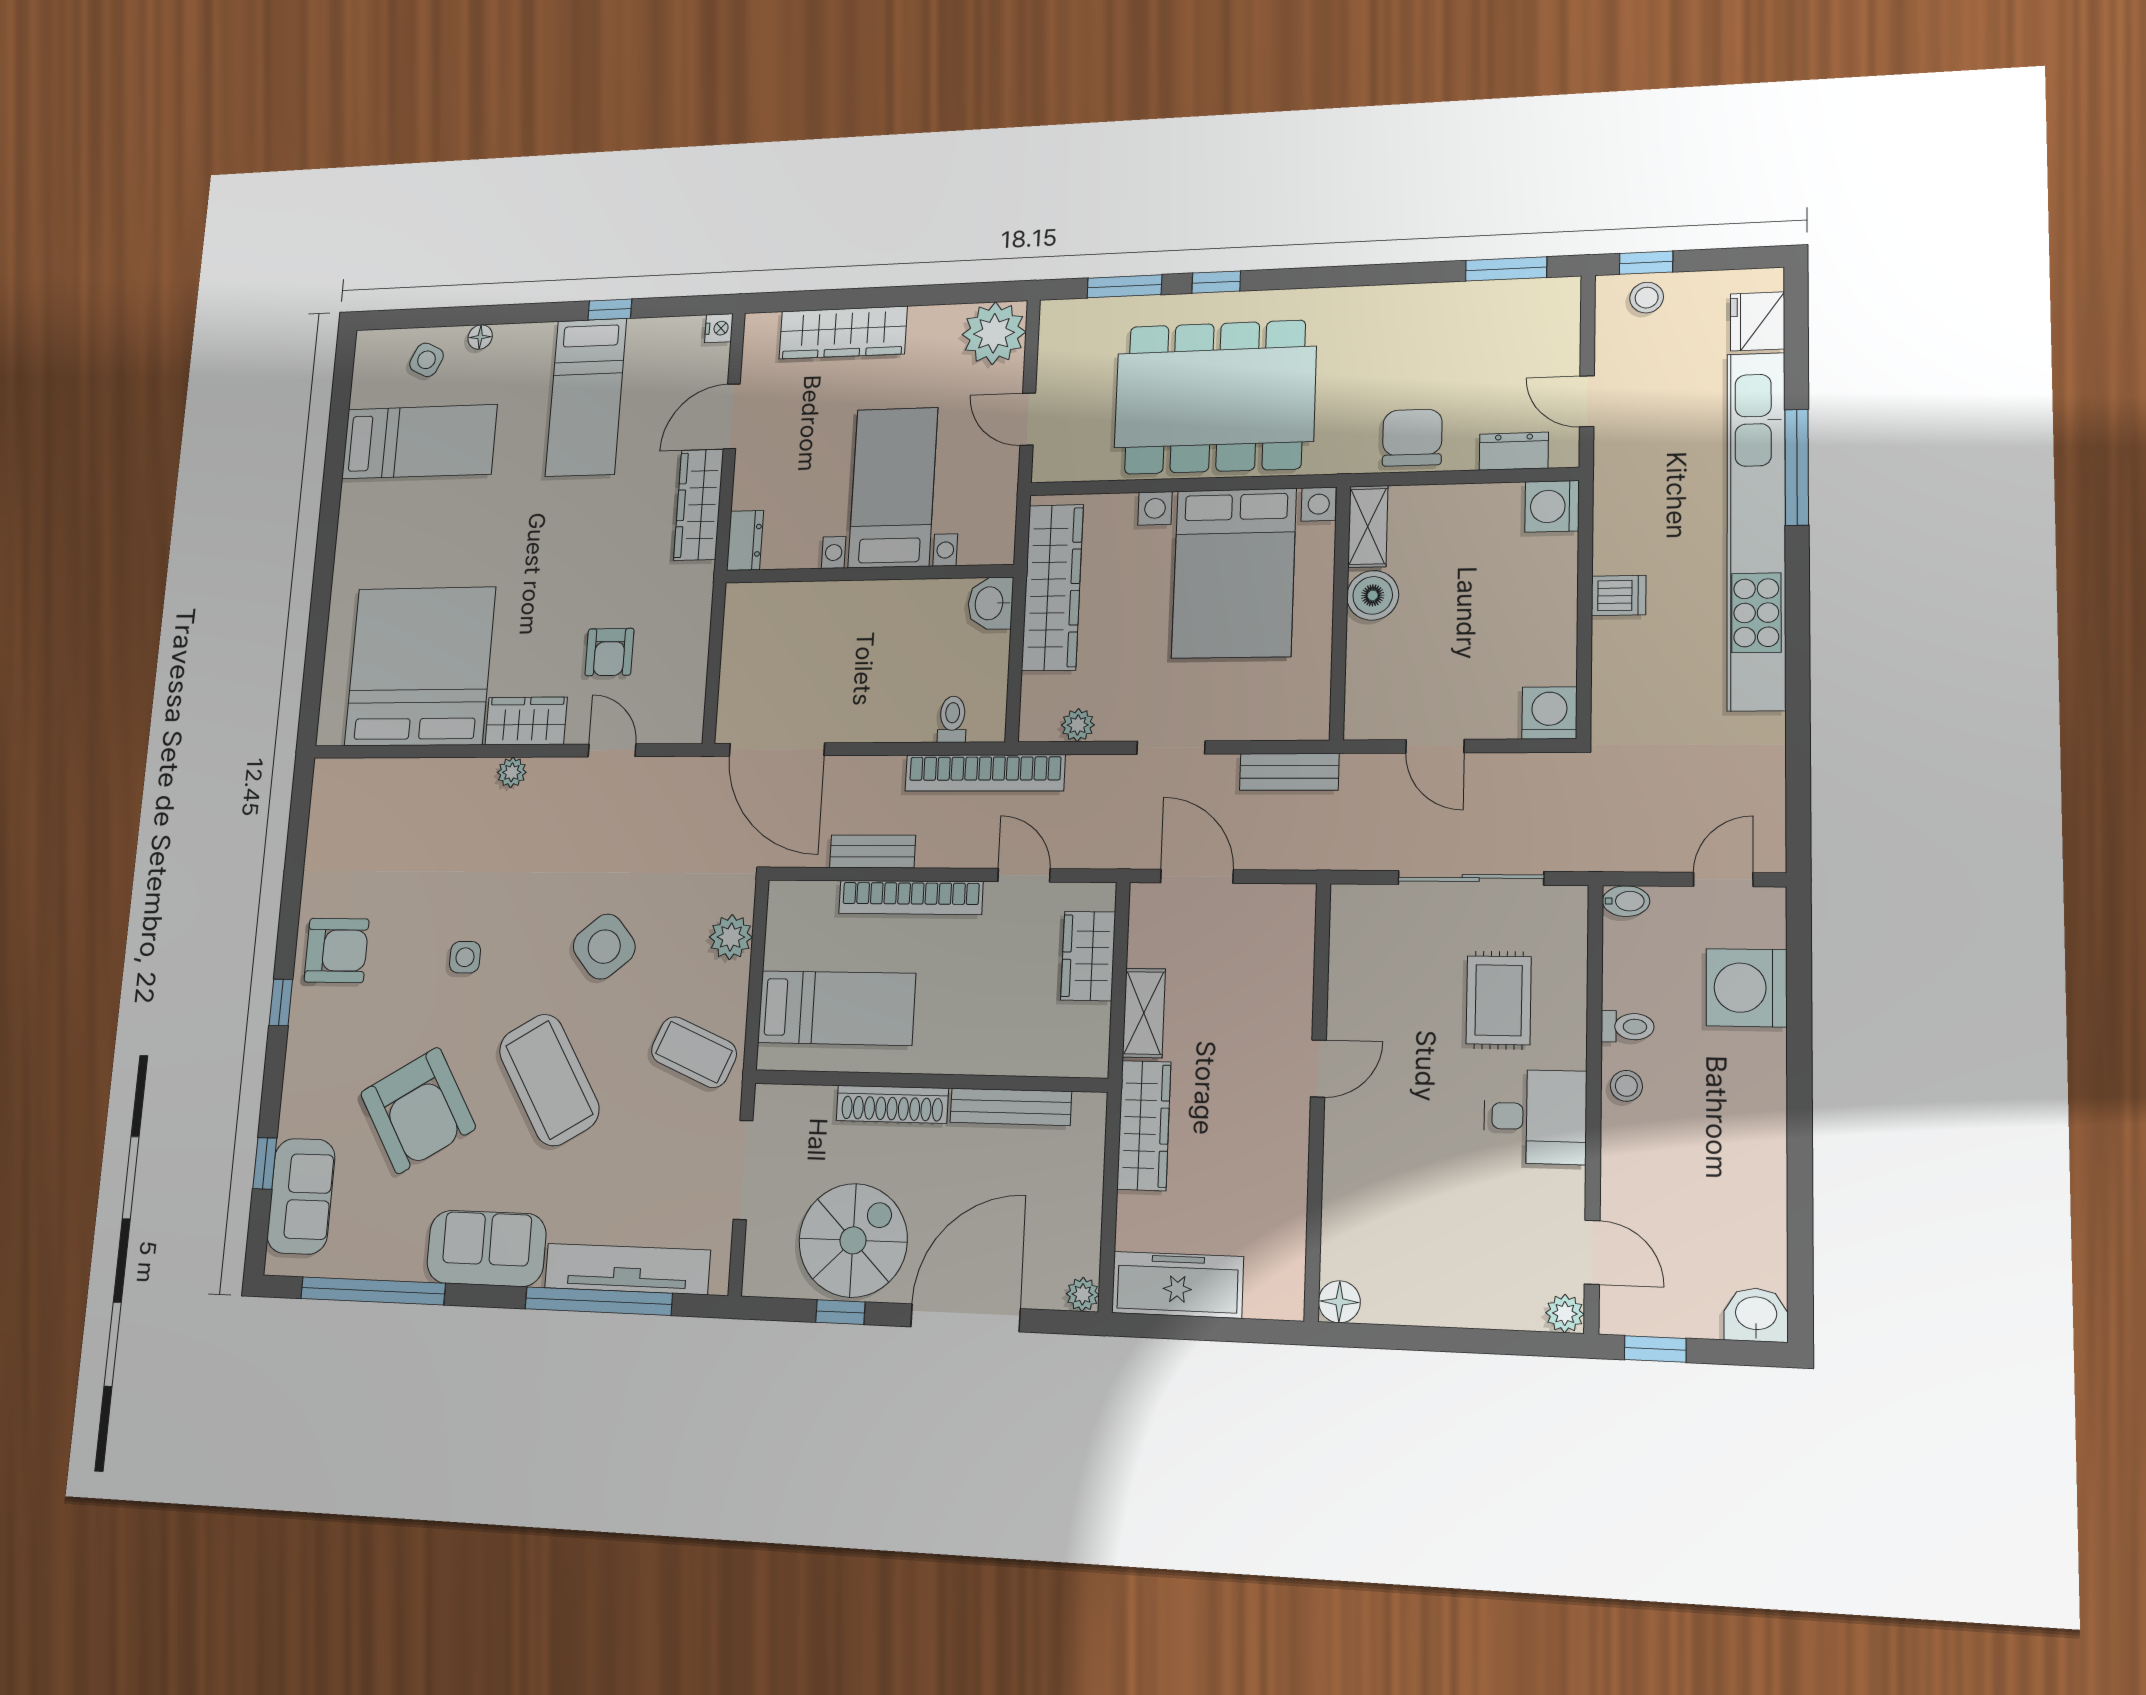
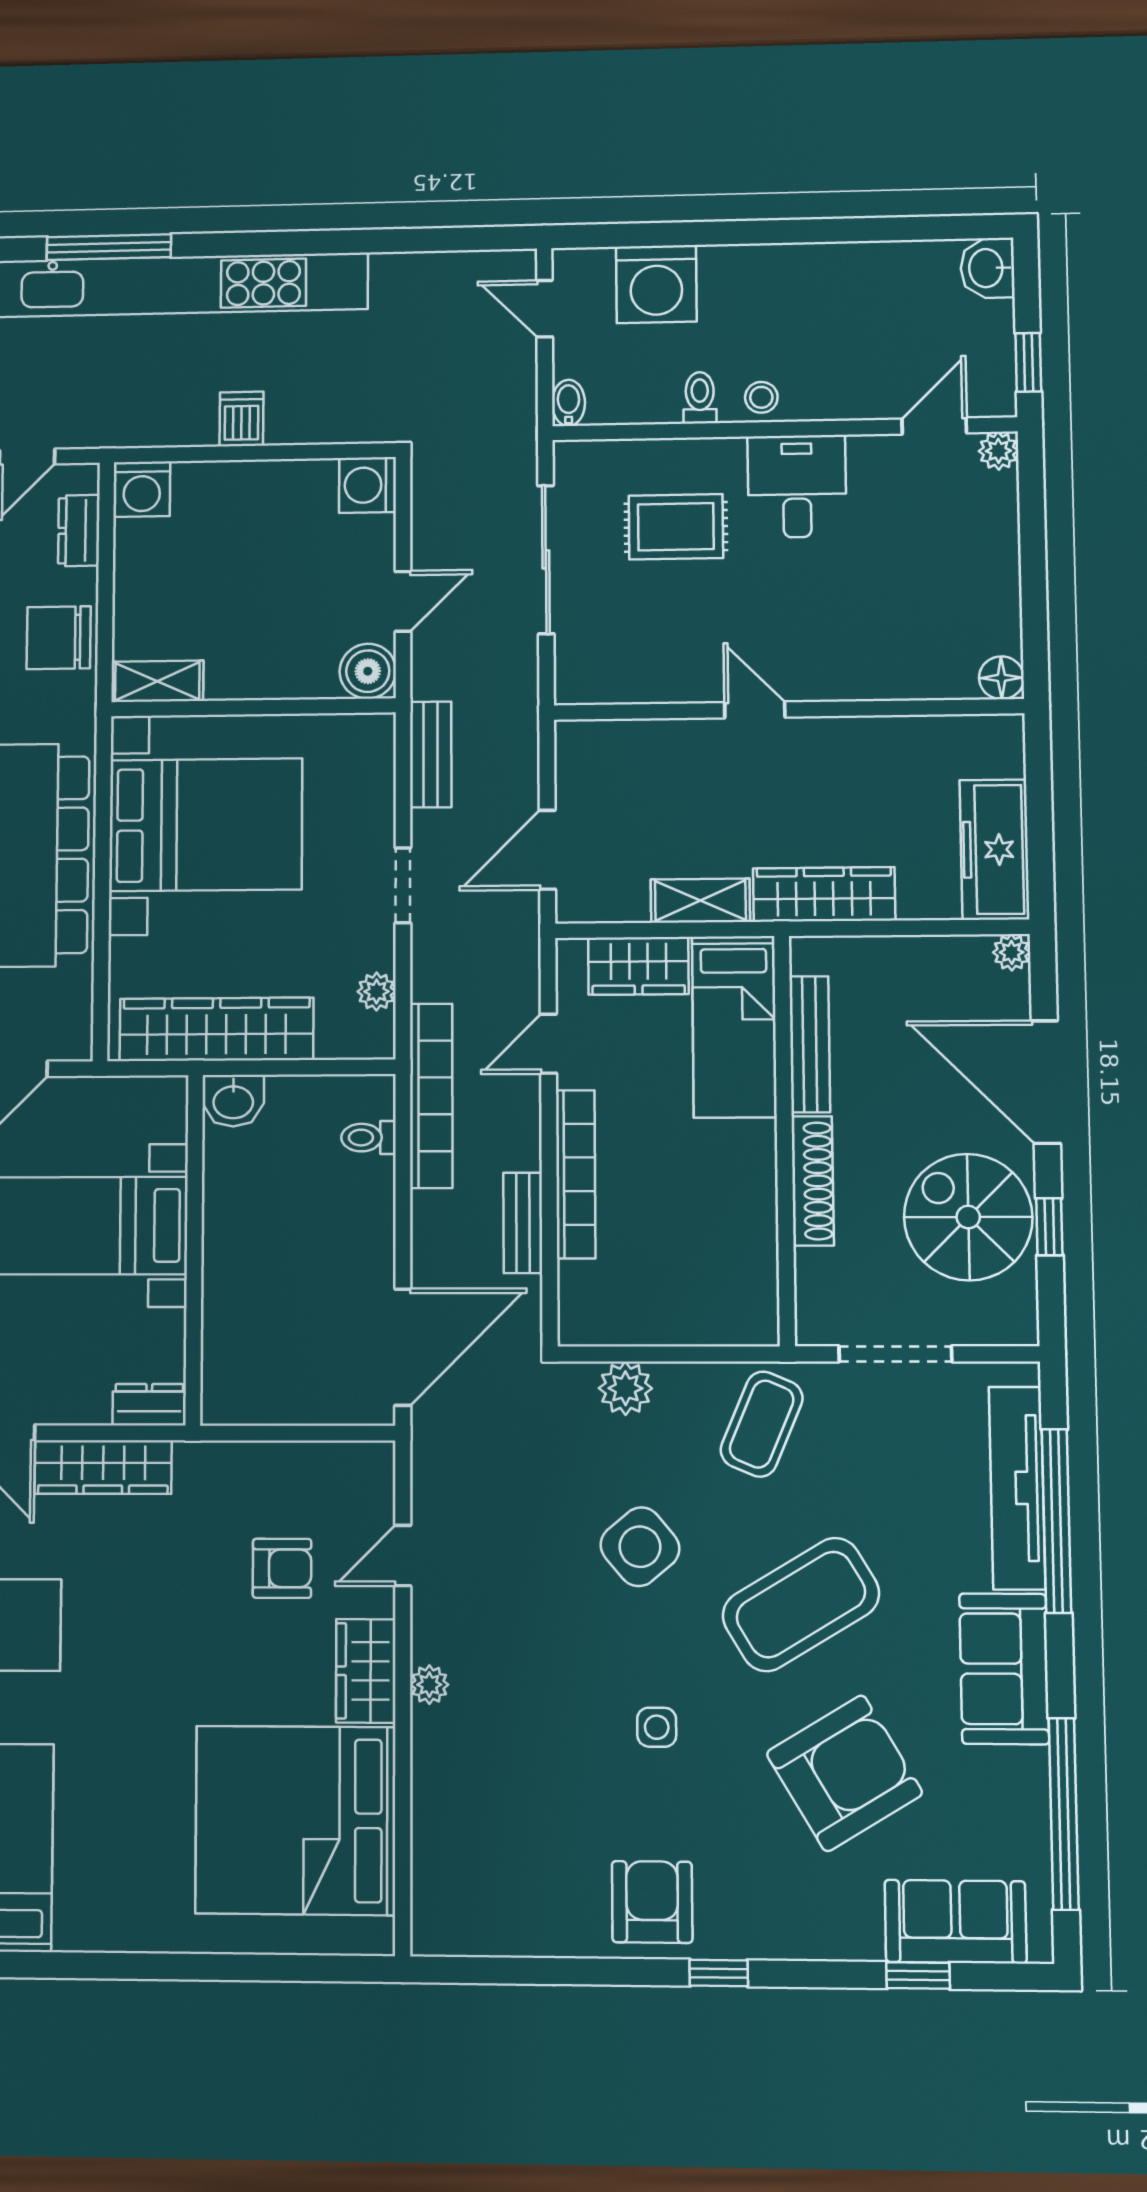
boiler: (1373, 595) -> (368, 671), moved
bed: (836, 1008) -> (734, 1027), moved, turned 180

